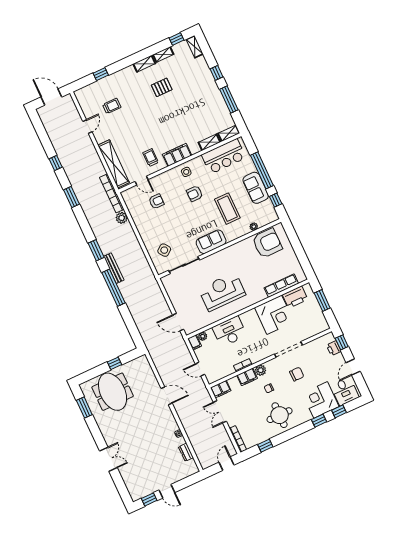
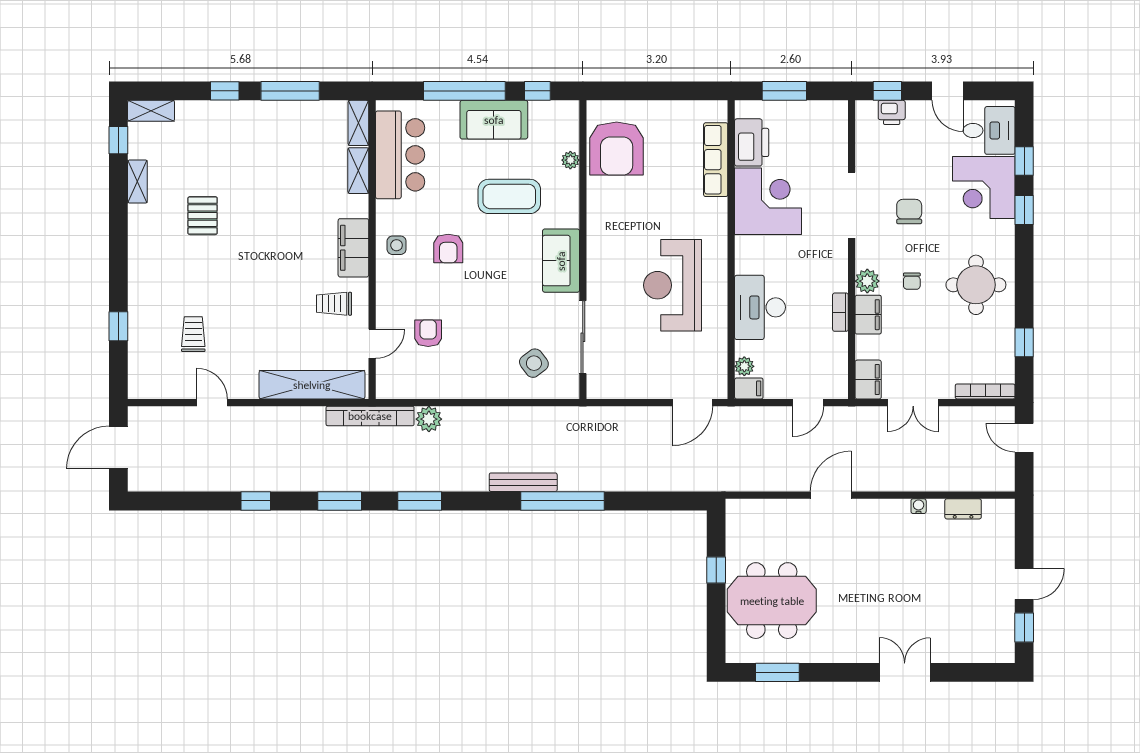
shelving: (144, 64) -> (138, 228), removed
armchair: (267, 243) -> (617, 149), turned 180
window: (96, 250) -> (420, 501), moved

